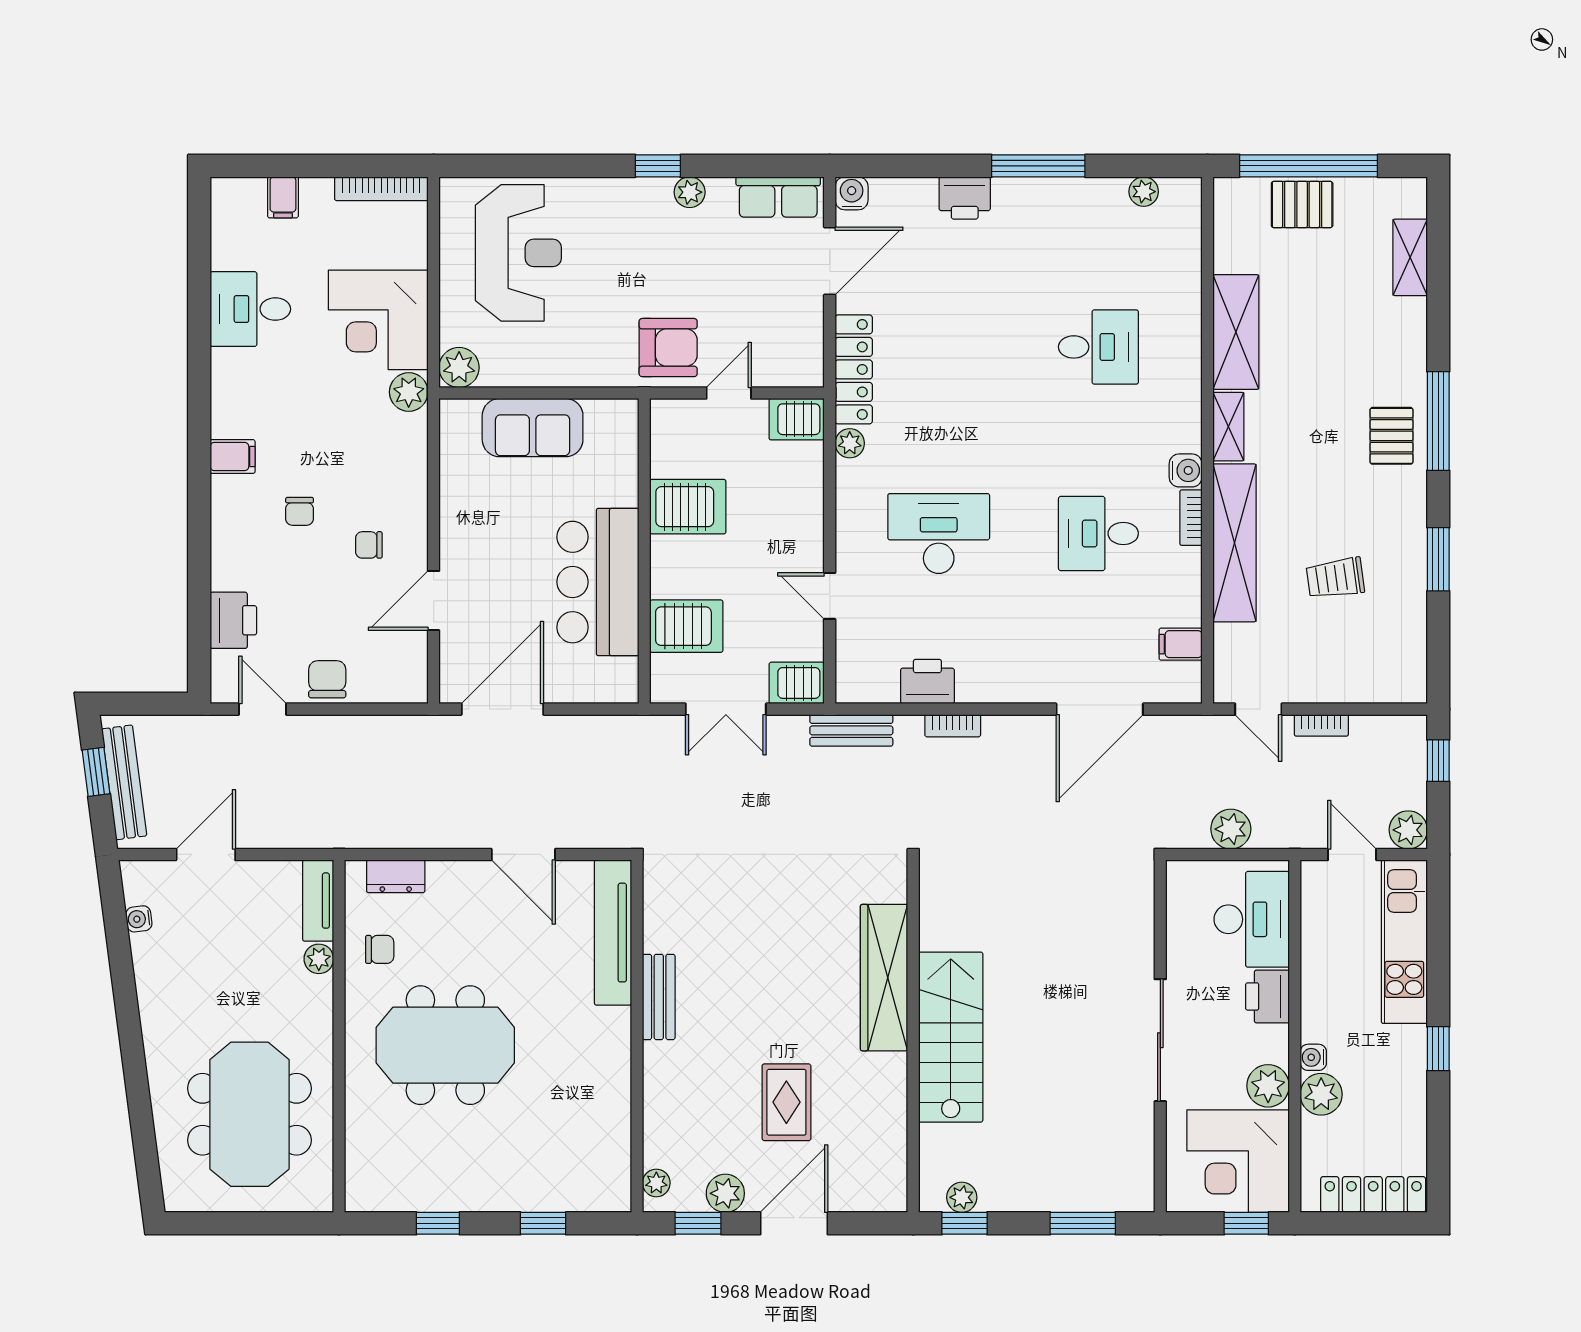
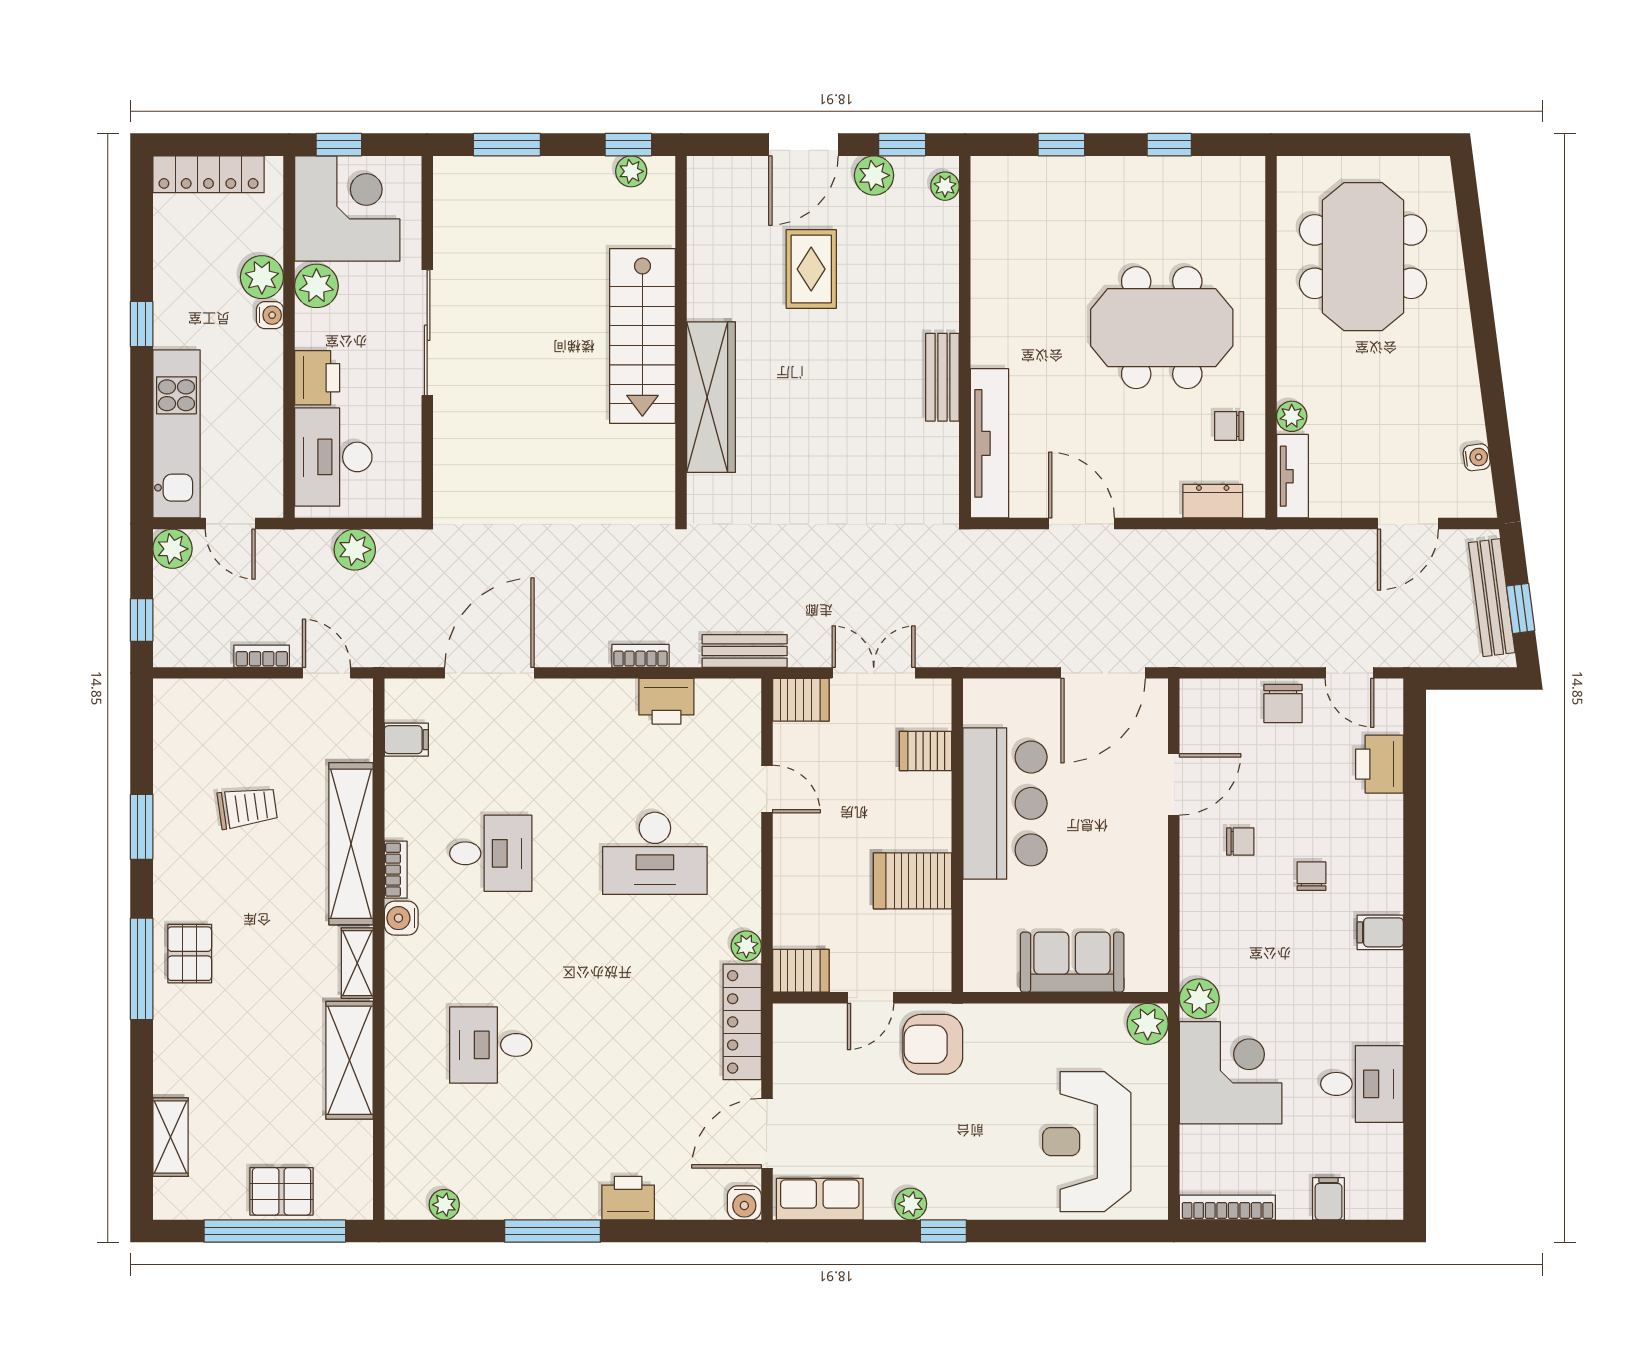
server rack: (686, 626) -> (926, 751), width x0.73, depth x0.70

